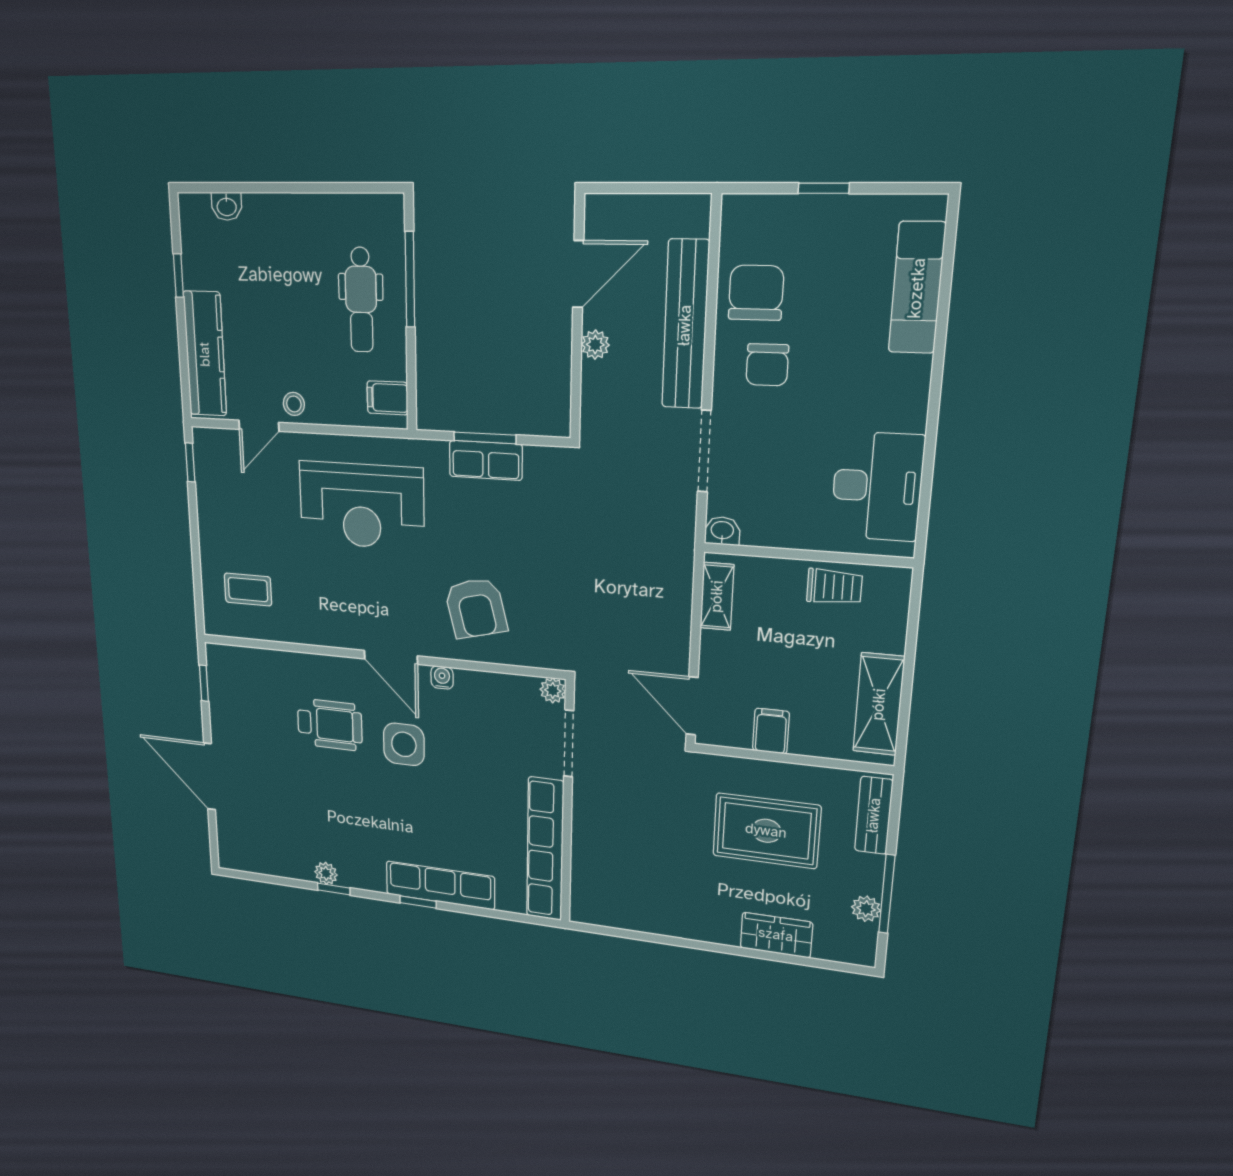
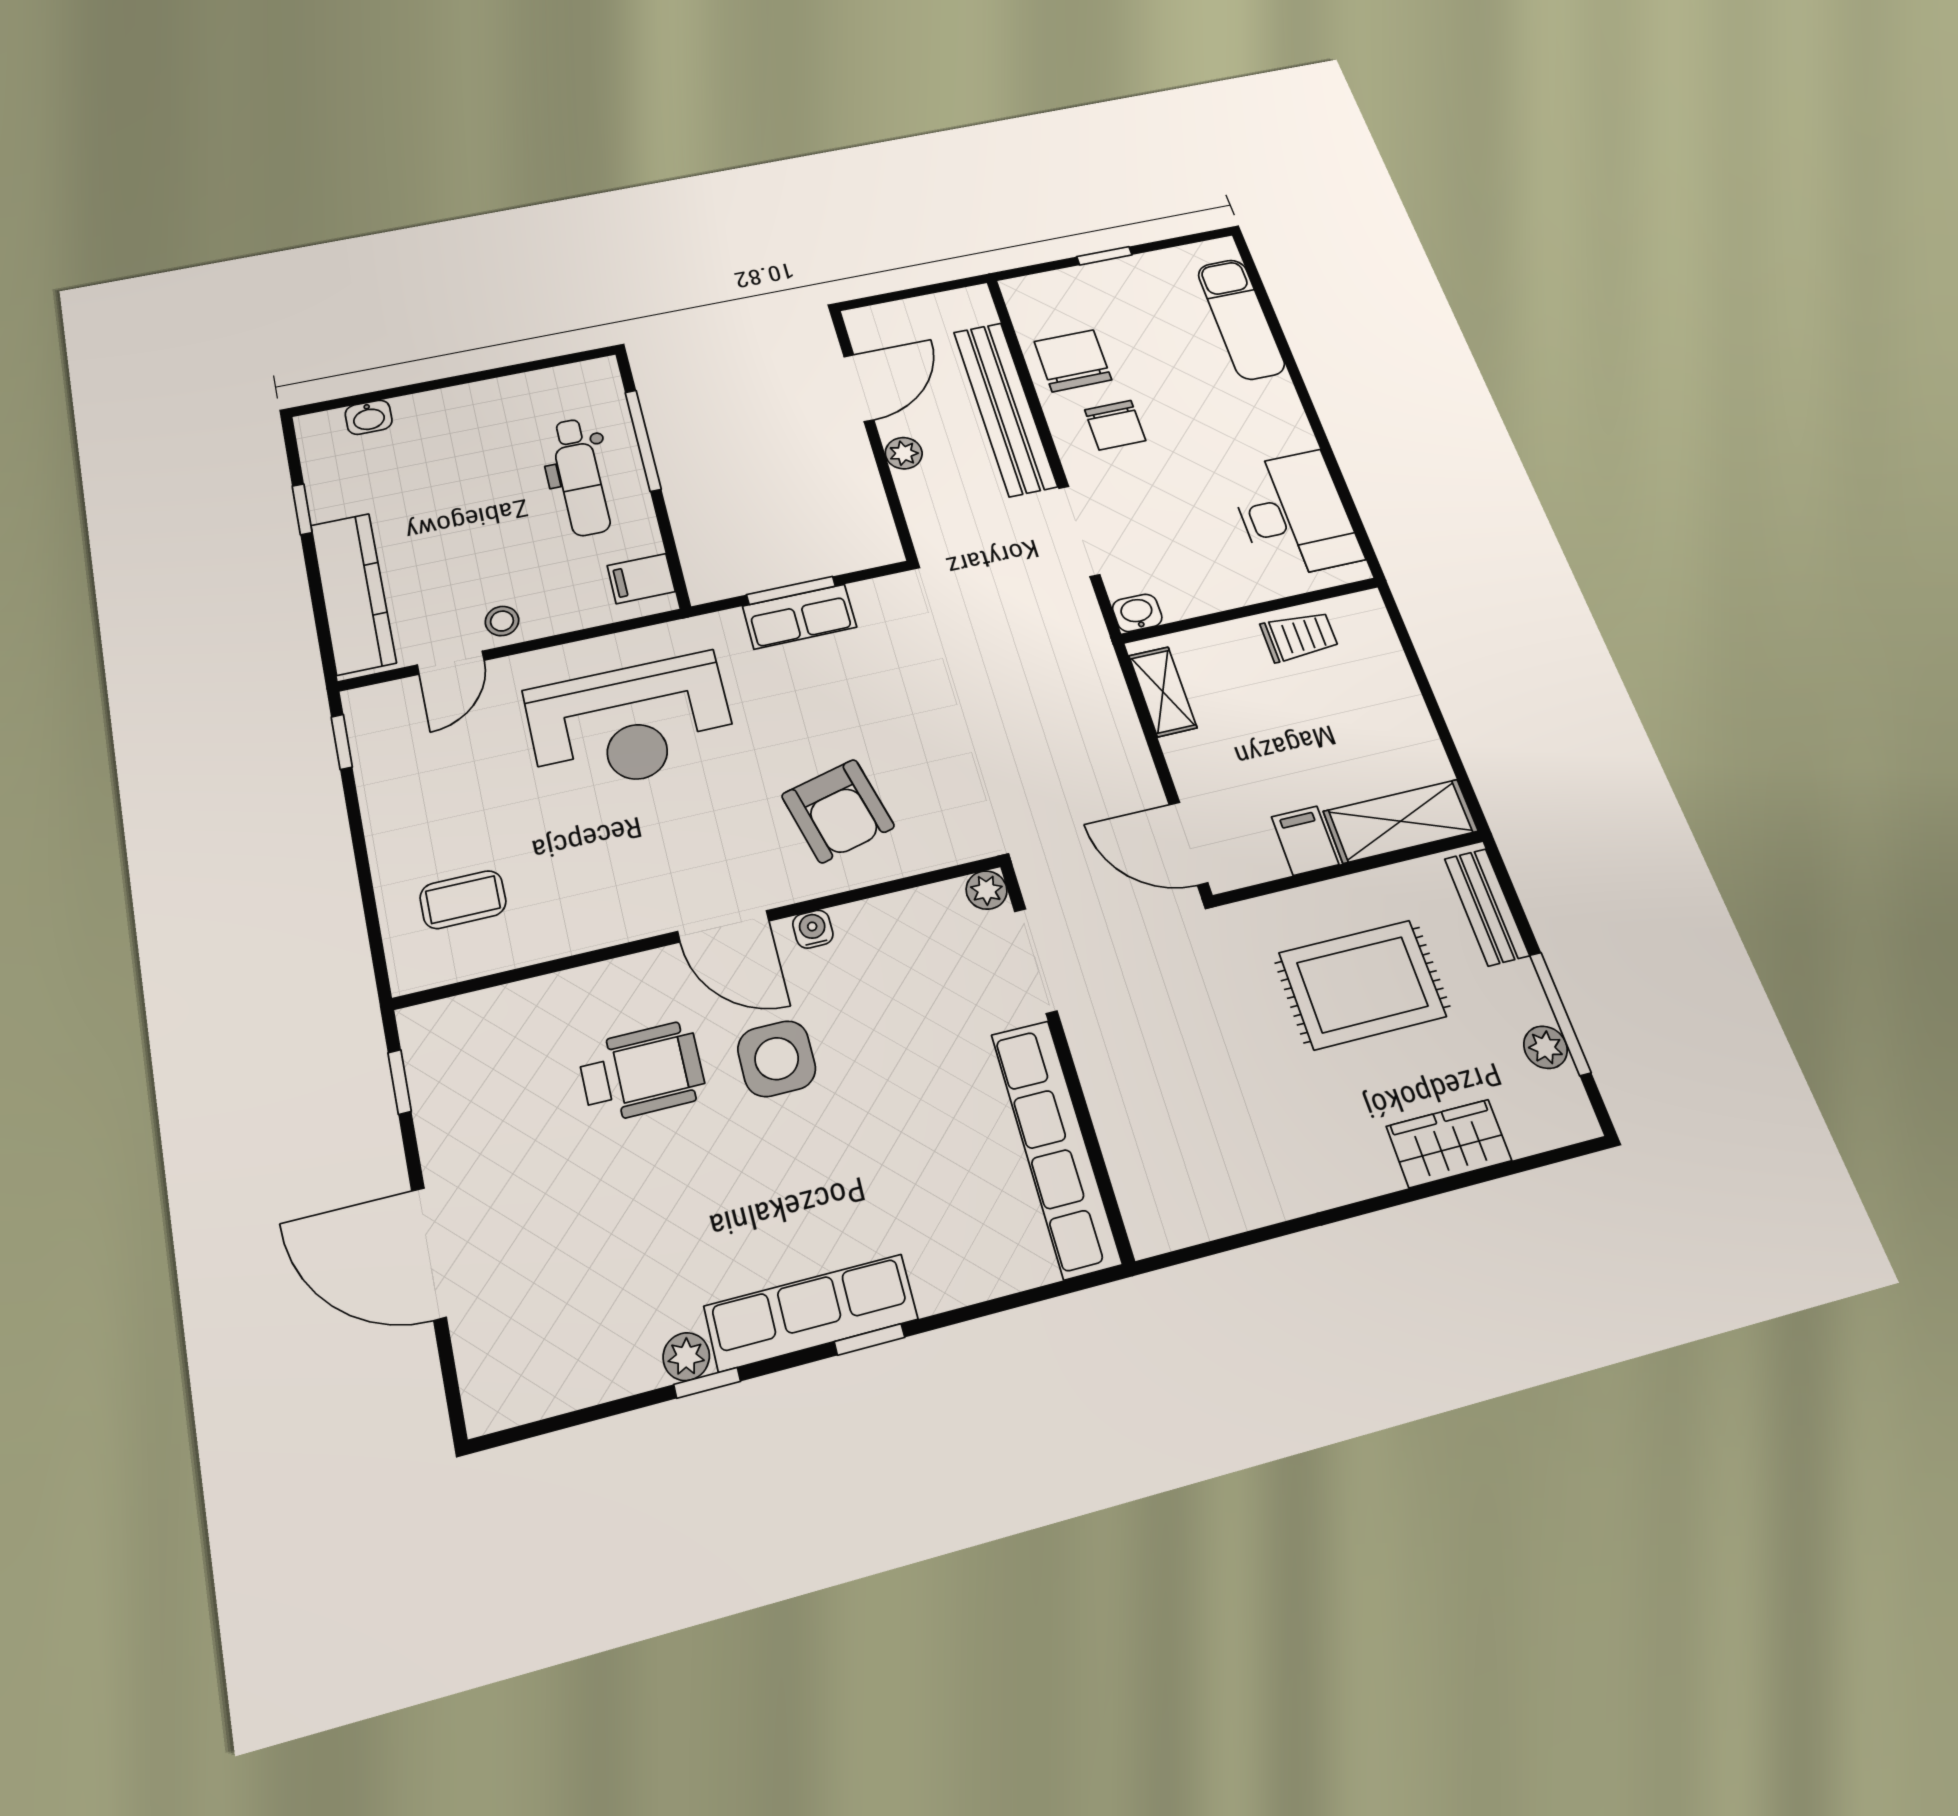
shelving: (879, 704) -> (1401, 821), moved, turned 90
row of seats: (440, 885) -> (811, 1313), moved

